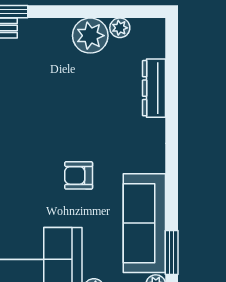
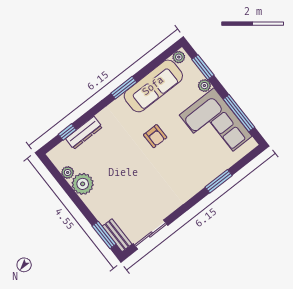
window: (172, 68) -> (67, 132), added
window: (172, 252) -> (124, 88), moved

